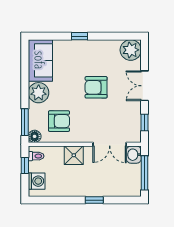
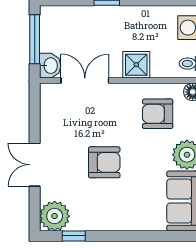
window: (79, 36) -> (74, 236), moved
double door: (145, 86) -> (35, 165), swing flipped
window: (145, 122) -> (35, 112), removed

